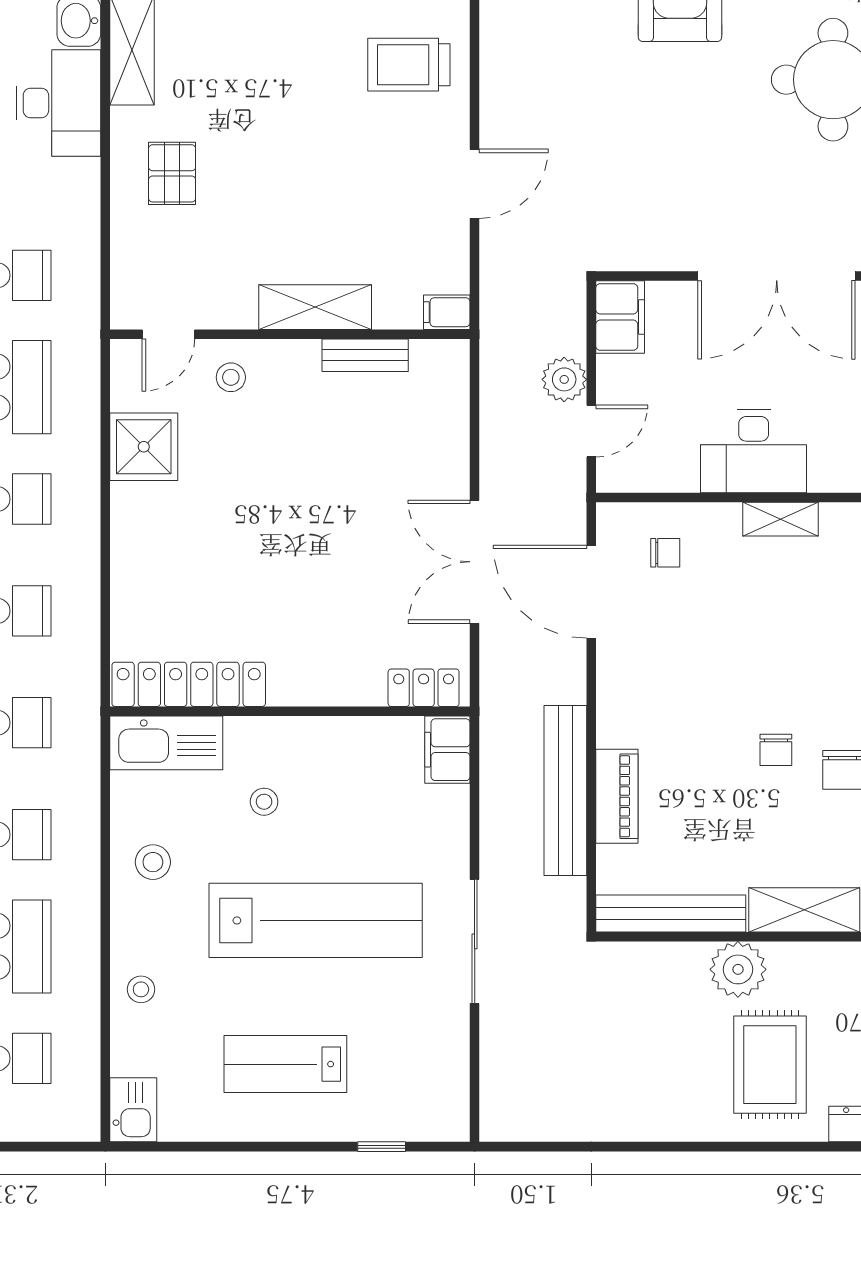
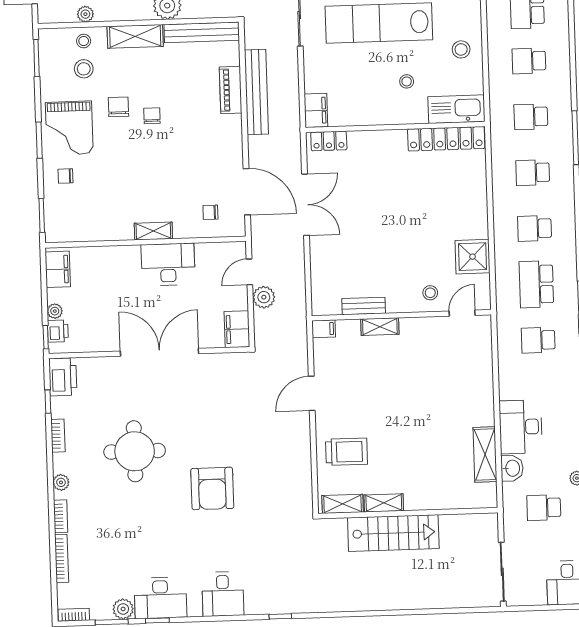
pallet: (172, 173) -> (463, 394), removed
shelving: (315, 307) -> (380, 327), width x0.67, depth x0.75

